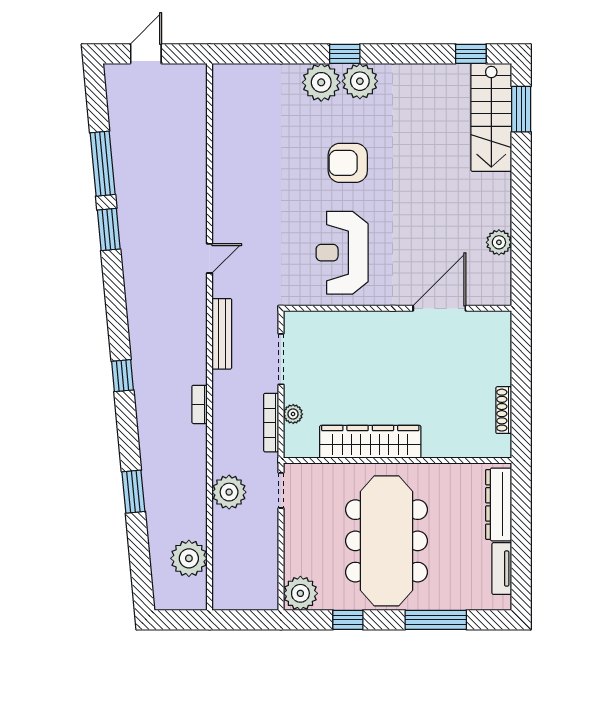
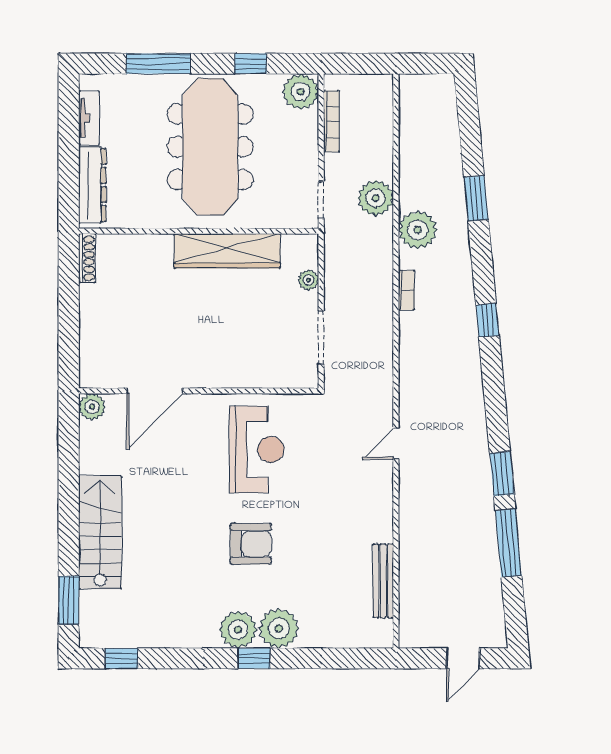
stairs: (491, 117) -> (100, 532), moved
plant: (499, 242) -> (92, 407), moved
bench: (222, 334) -> (383, 581), moved
shoe rack: (504, 410) -> (87, 258), moved
bookcase: (271, 423) -> (331, 121), moved
plant: (189, 558) -> (418, 230), moved

